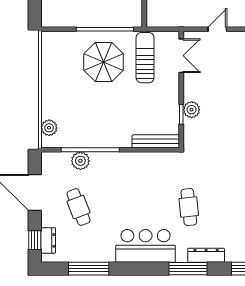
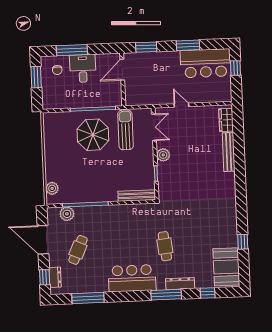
door: (217, 29) -> (181, 105), hinge flipped
plant: (192, 110) -> (163, 155), moved
plant: (80, 161) -> (67, 214), moved
cafe table: (79, 207) -> (78, 250), turned 45

